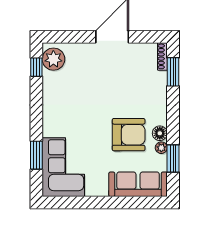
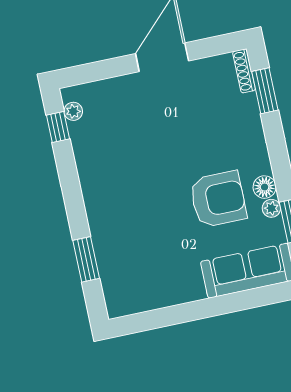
plant: (53, 59) -> (73, 111), width x0.53, depth x0.53
corner sofa: (63, 167) -> (130, 269), removed

